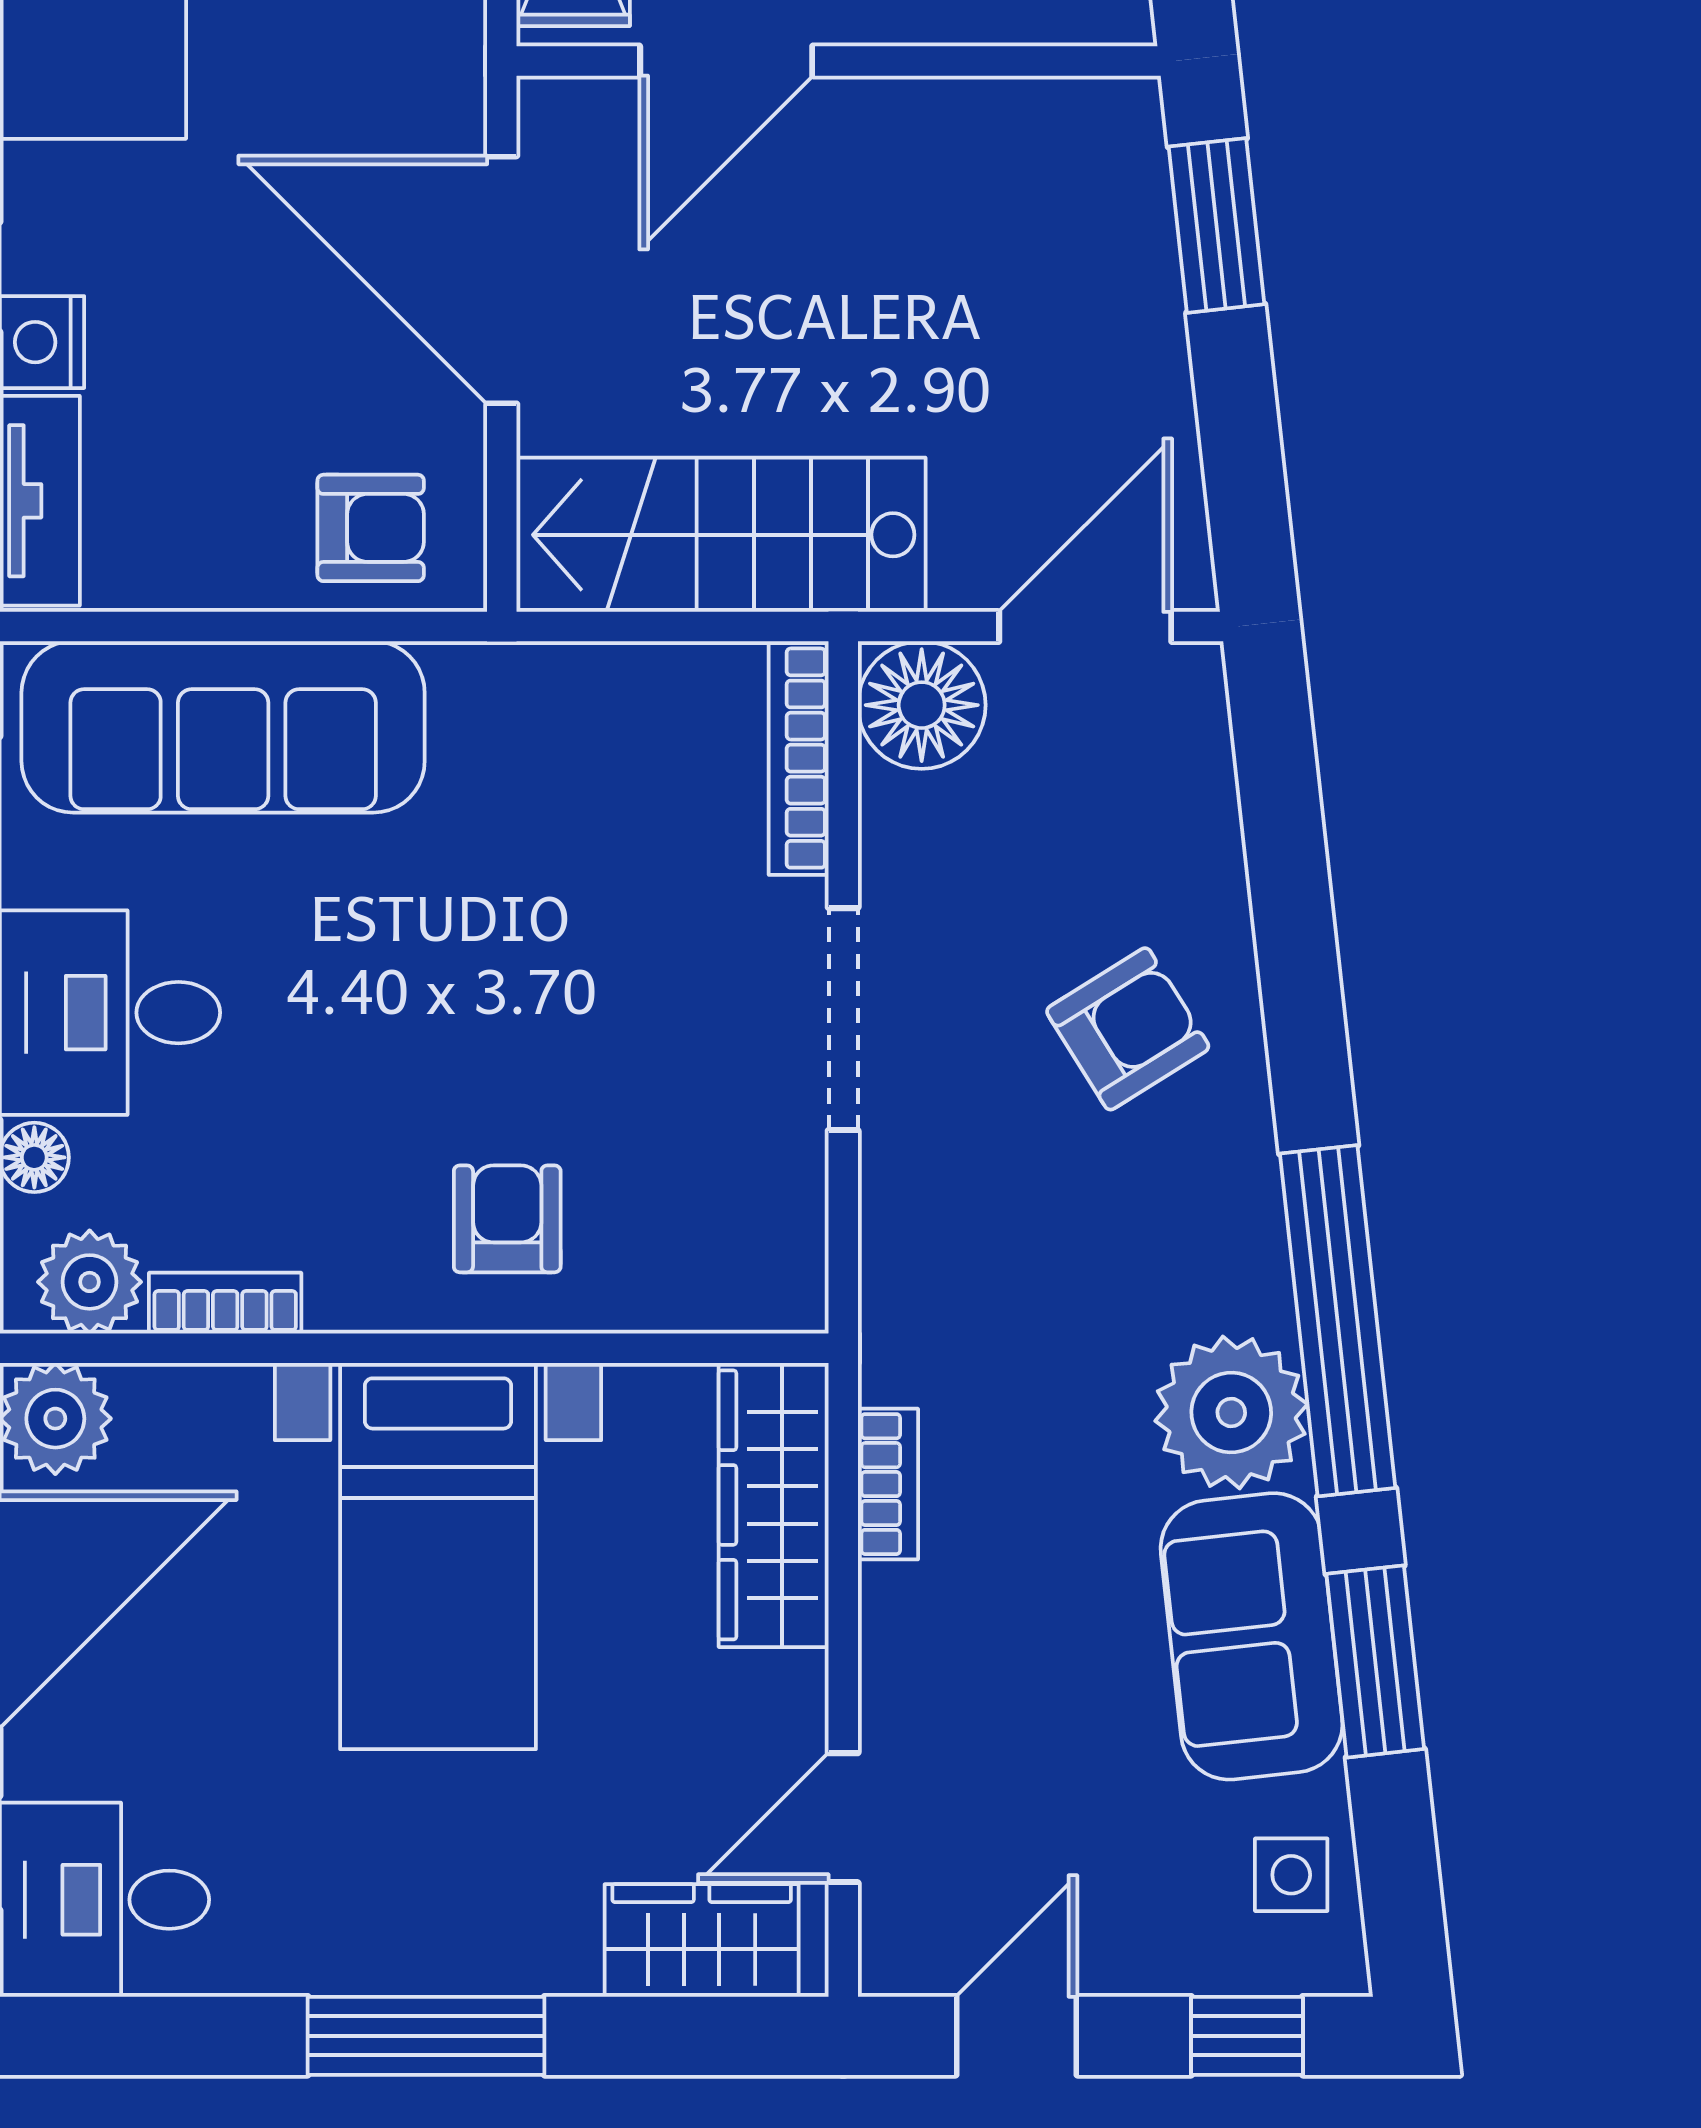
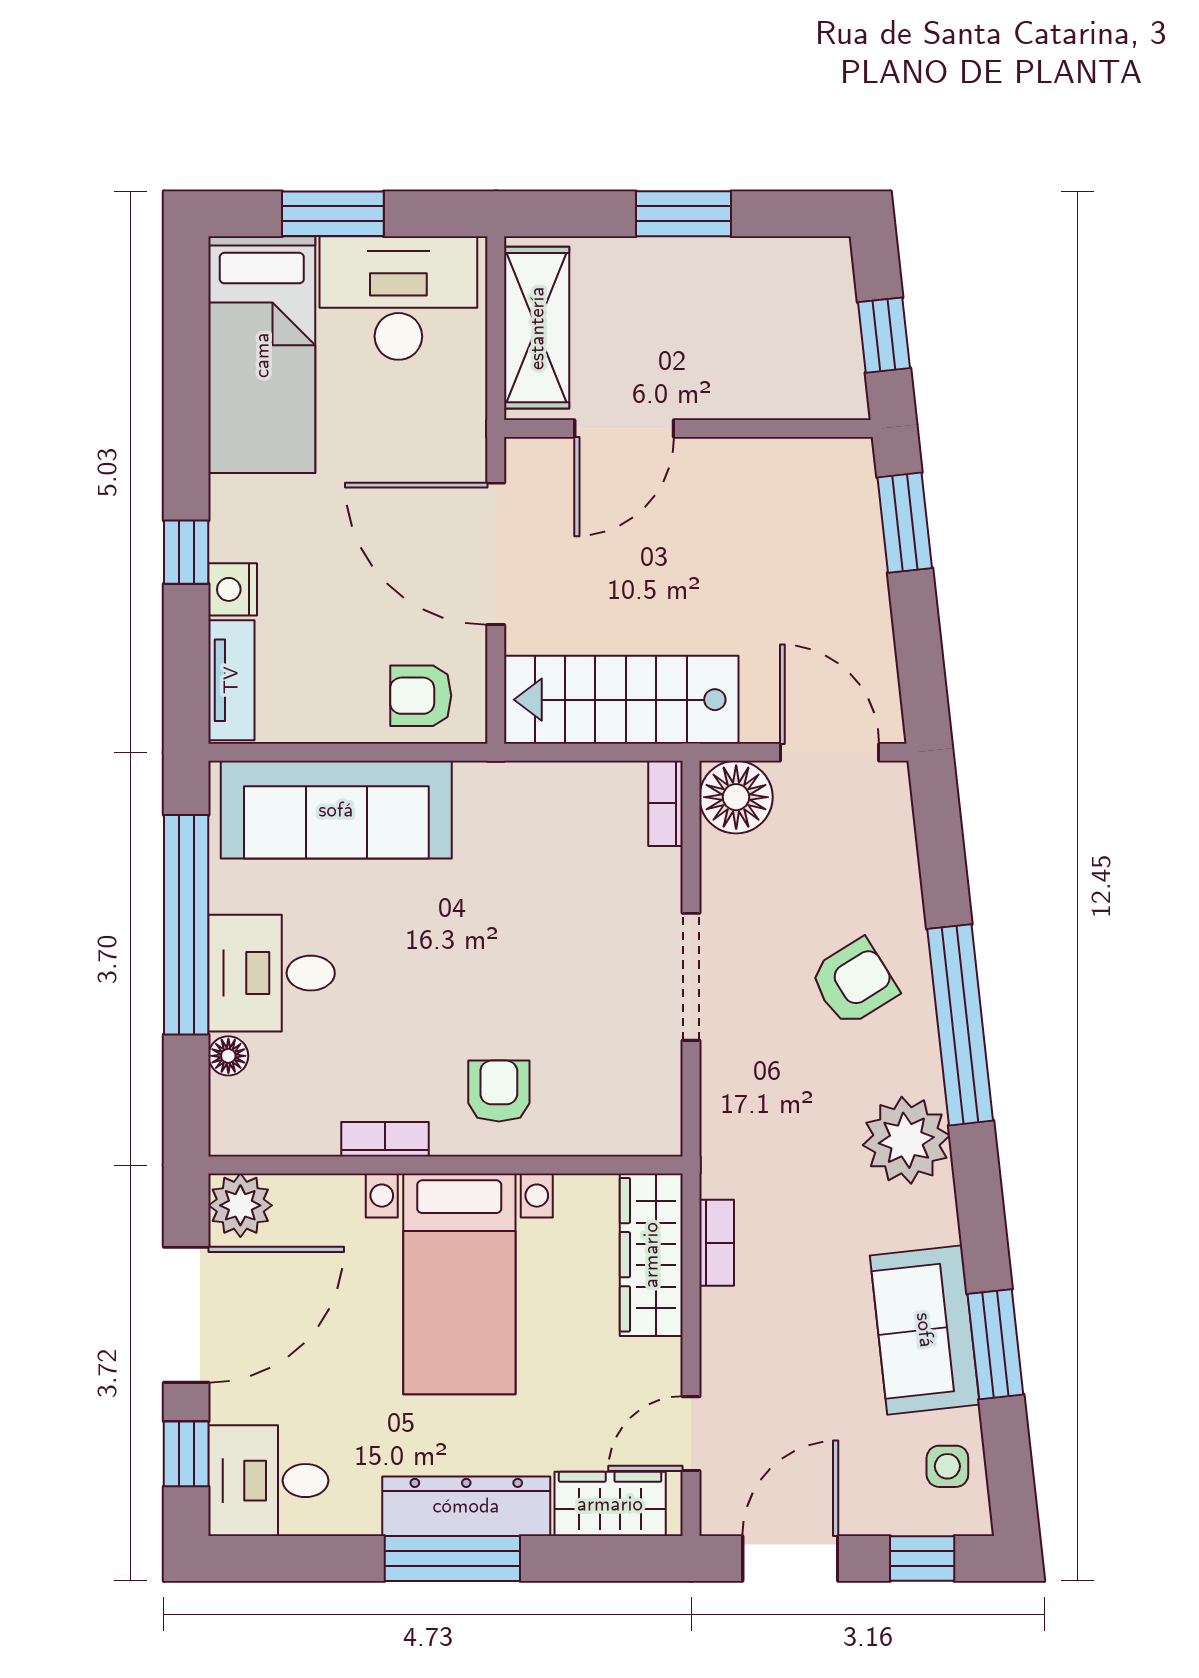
armchair: (371, 528) -> (421, 696), turned 180
door: (1085, 627) -> (830, 752), hinge flipped
bookcase: (799, 758) -> (666, 803), width x0.64
plant: (90, 1282) -> (260, 1127), removed
bookcase: (225, 1303) -> (385, 1139), moved
window: (1338, 1321) -> (960, 1025), moved
plant: (1231, 1412) -> (906, 1140), moved
dresser: (450, 1945) -> (466, 1506), added
door: (1017, 2036) -> (790, 1558), width x1.37

